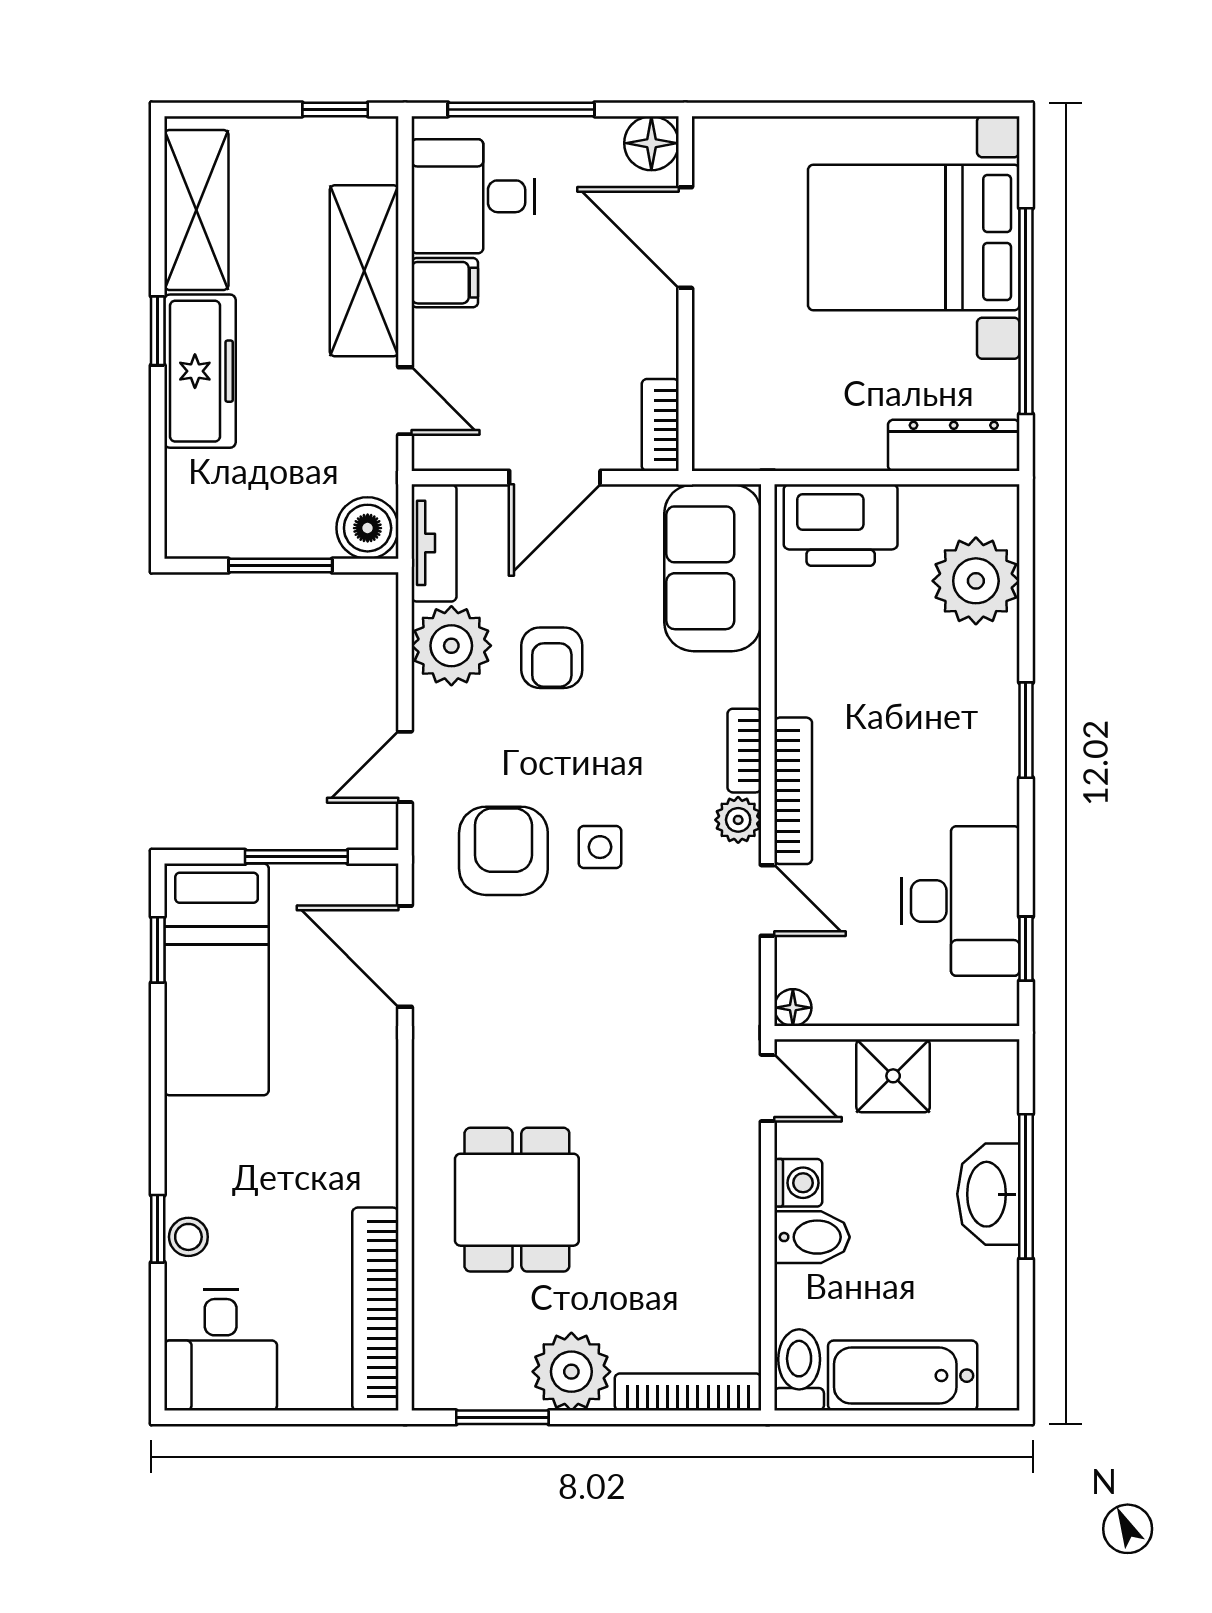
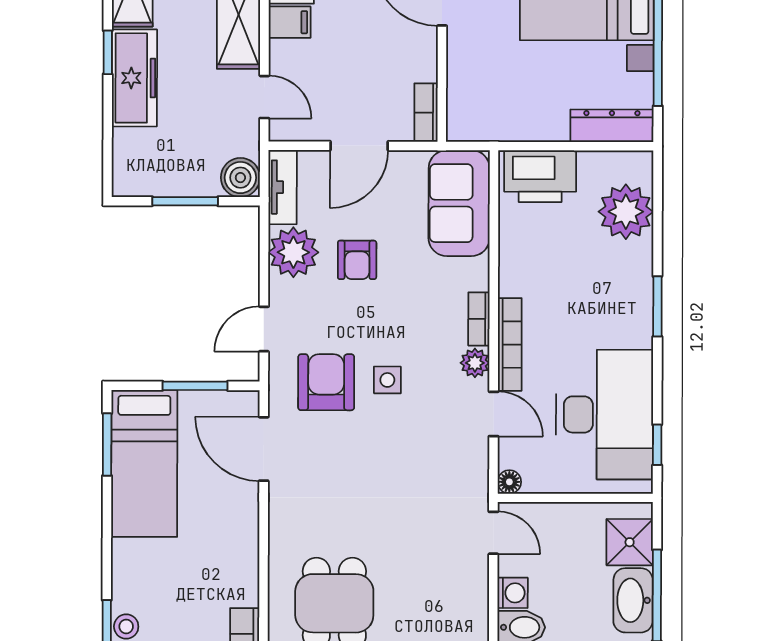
desk: (961, 901) -> (605, 415), width x1.36, depth x1.30
window: (158, 950) -> (107, 445), width x1.50
shower: (893, 1076) -> (630, 542), moved

